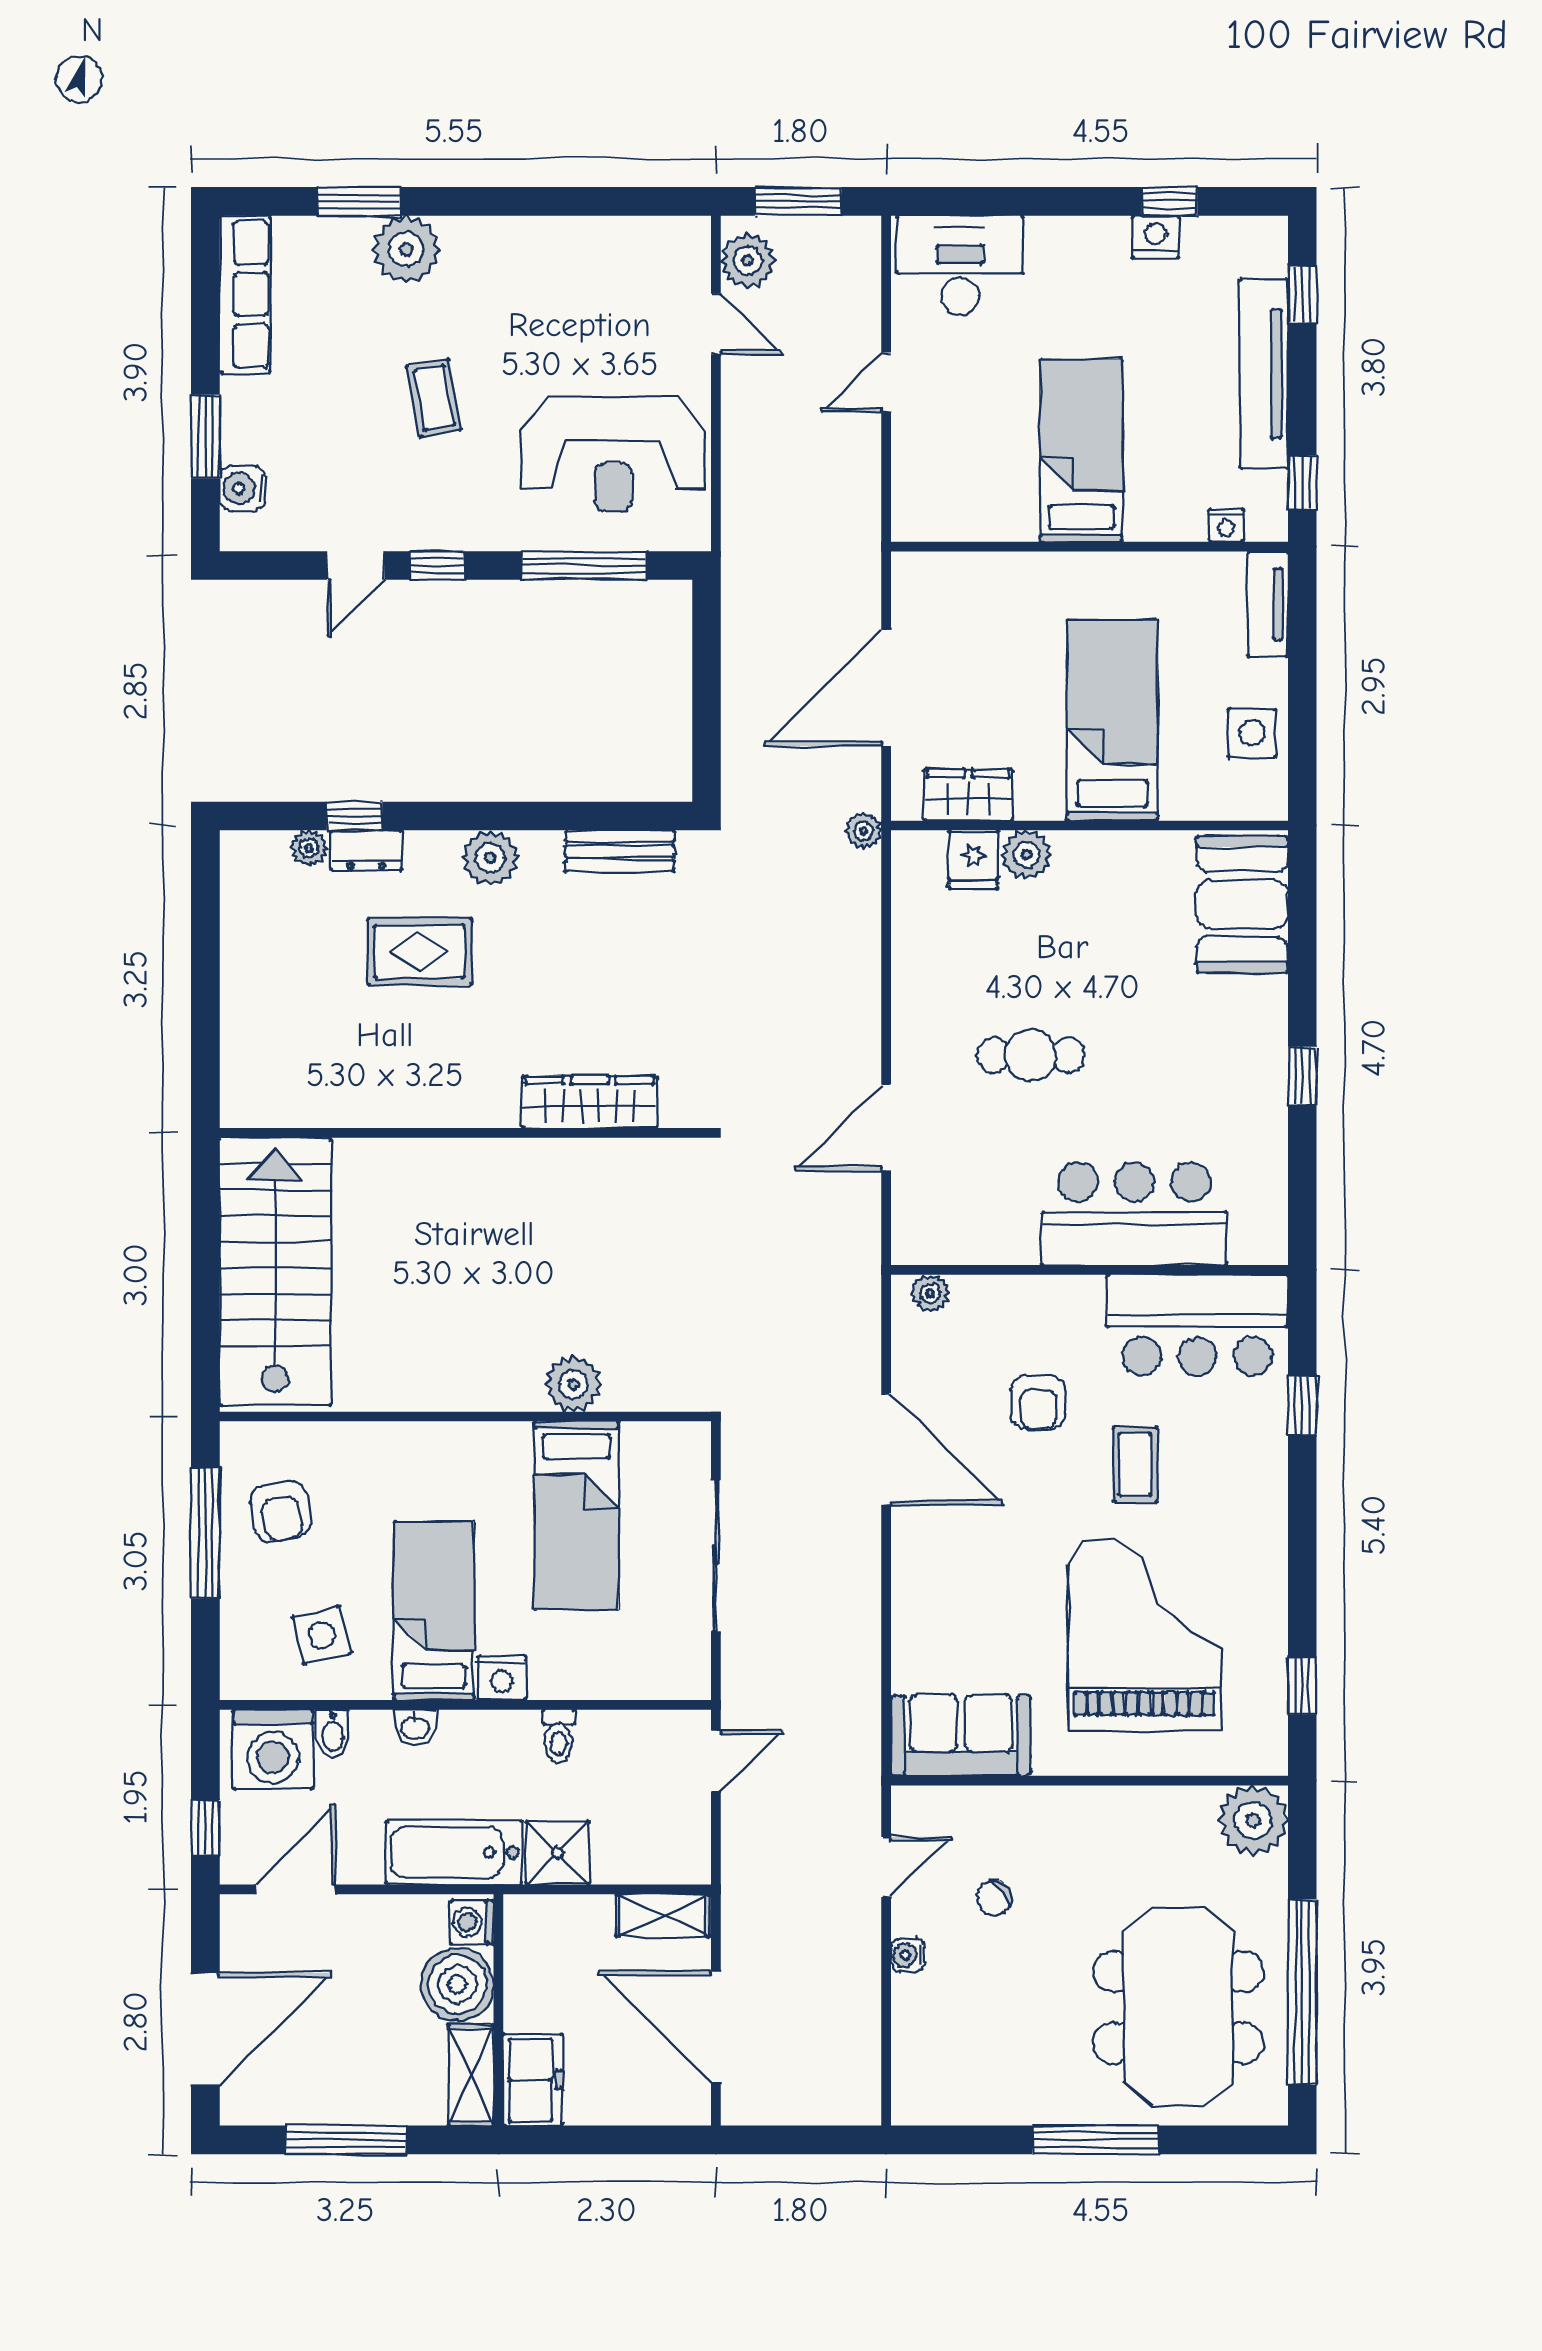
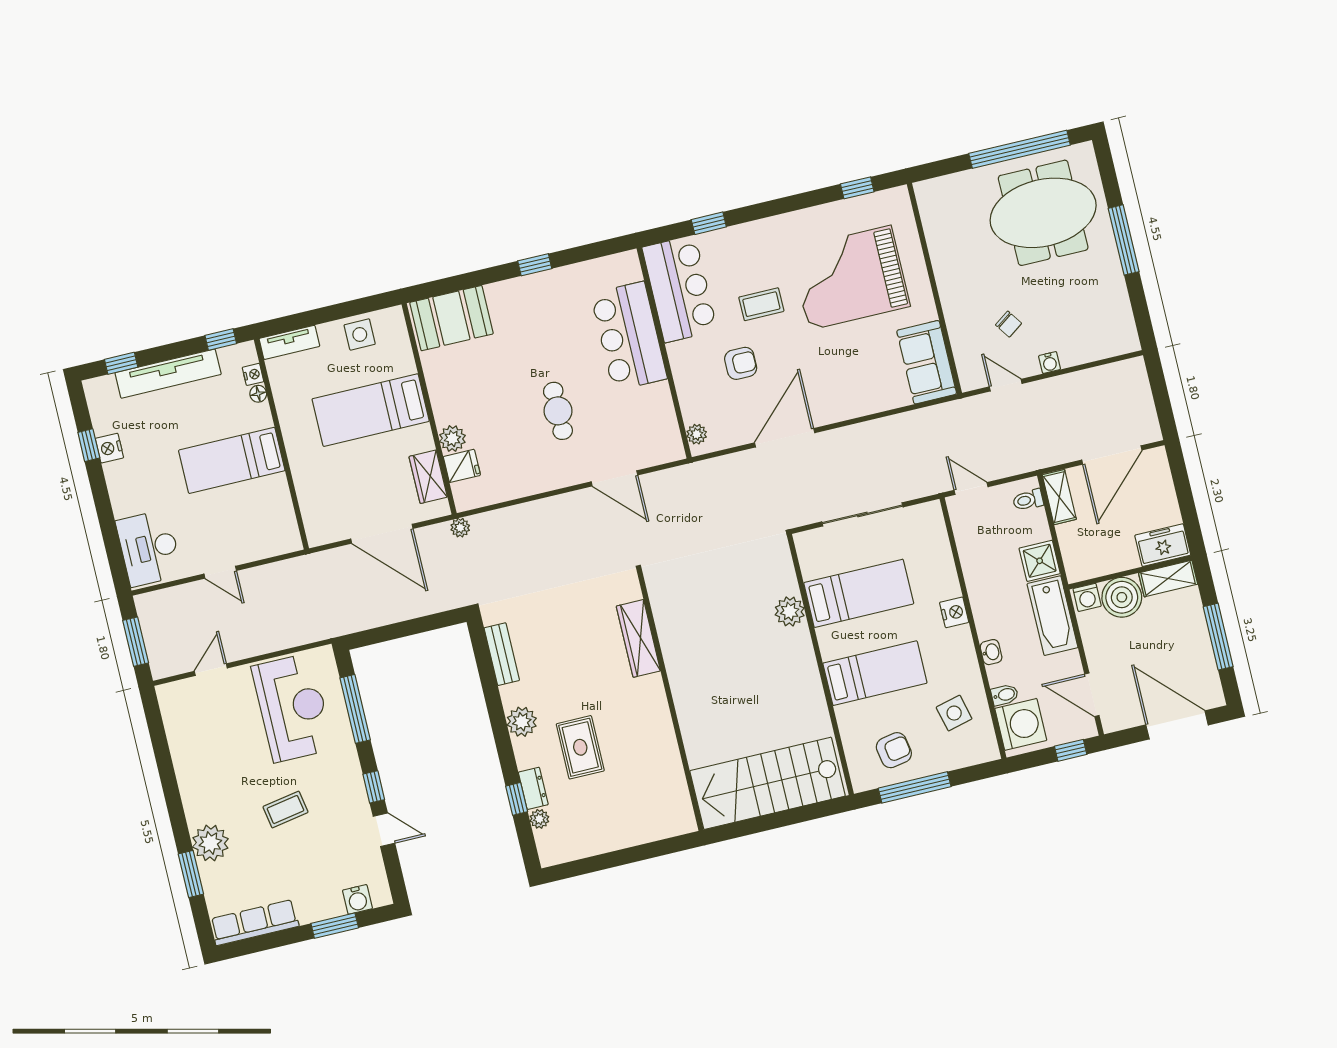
plant: (748, 260) -> (173, 661), removed
floor lamp: (1189, 526) -> (258, 394), added
bed: (434, 1611) -> (875, 673), moved, turned 180
toilet: (559, 1736) -> (1028, 500), moved, turned 180
plant: (1253, 1820) -> (935, 197), removed

